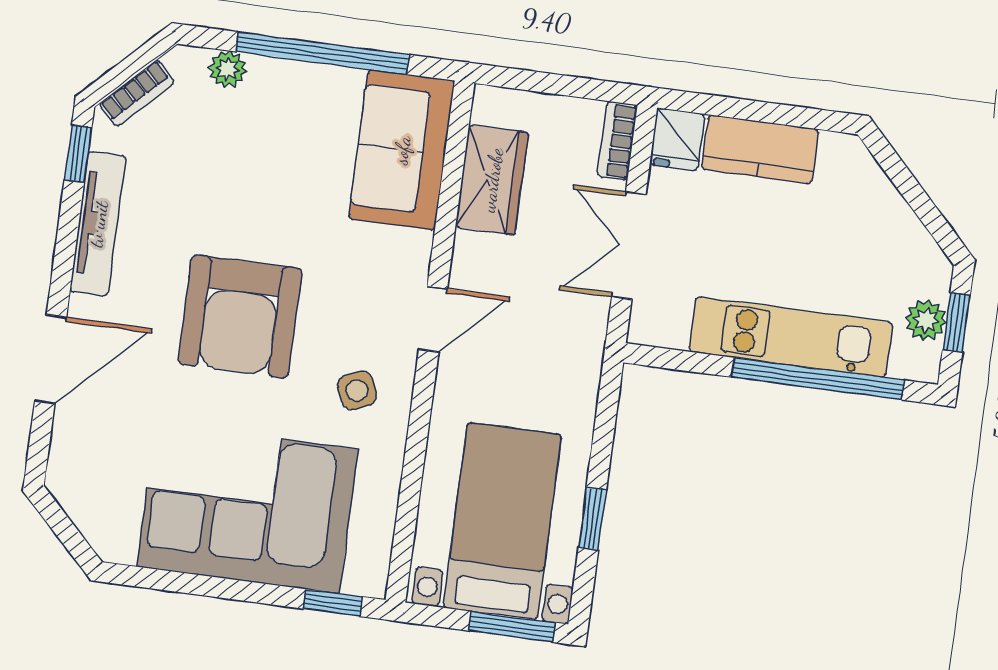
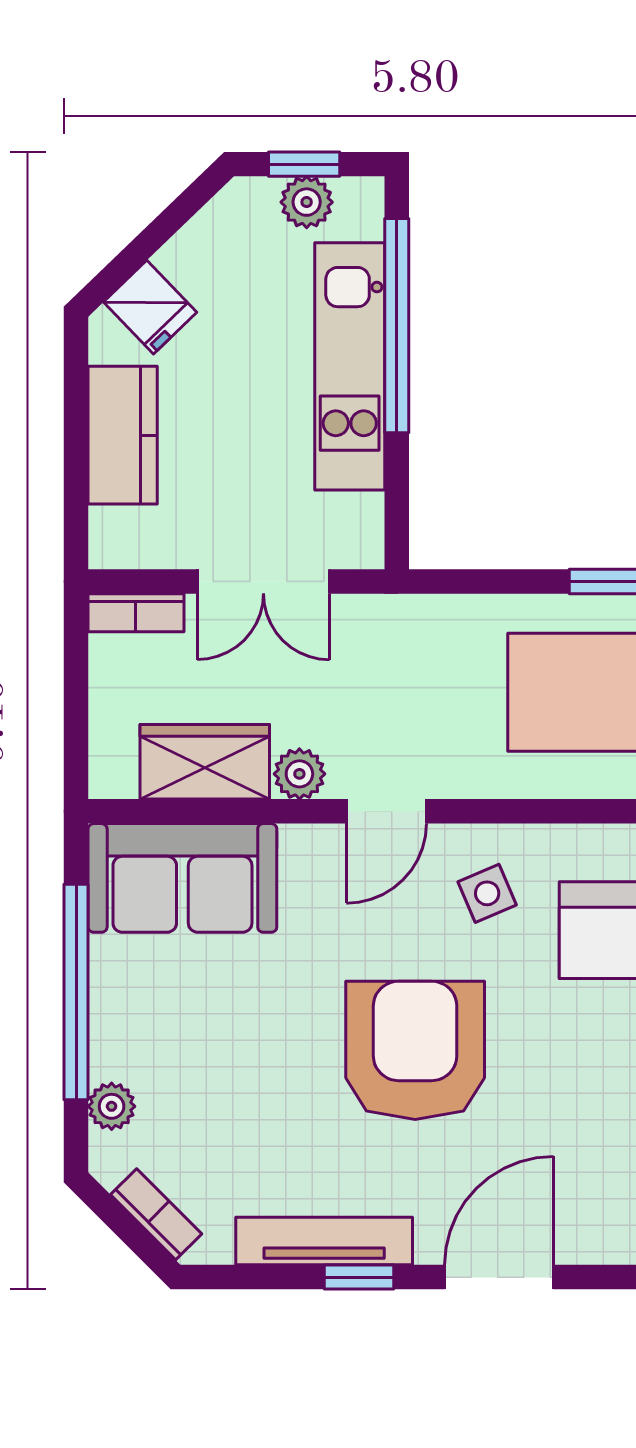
fridge: (677, 139) -> (150, 307), moved, turned 46
window: (78, 154) -> (359, 1277), moved
plant: (472, 254) -> (299, 774), added
armchair: (240, 316) -> (415, 1050), turned -90
door: (433, 319) -> (386, 811), swing flipped
door: (51, 359) -> (499, 1277), hinge flipped

